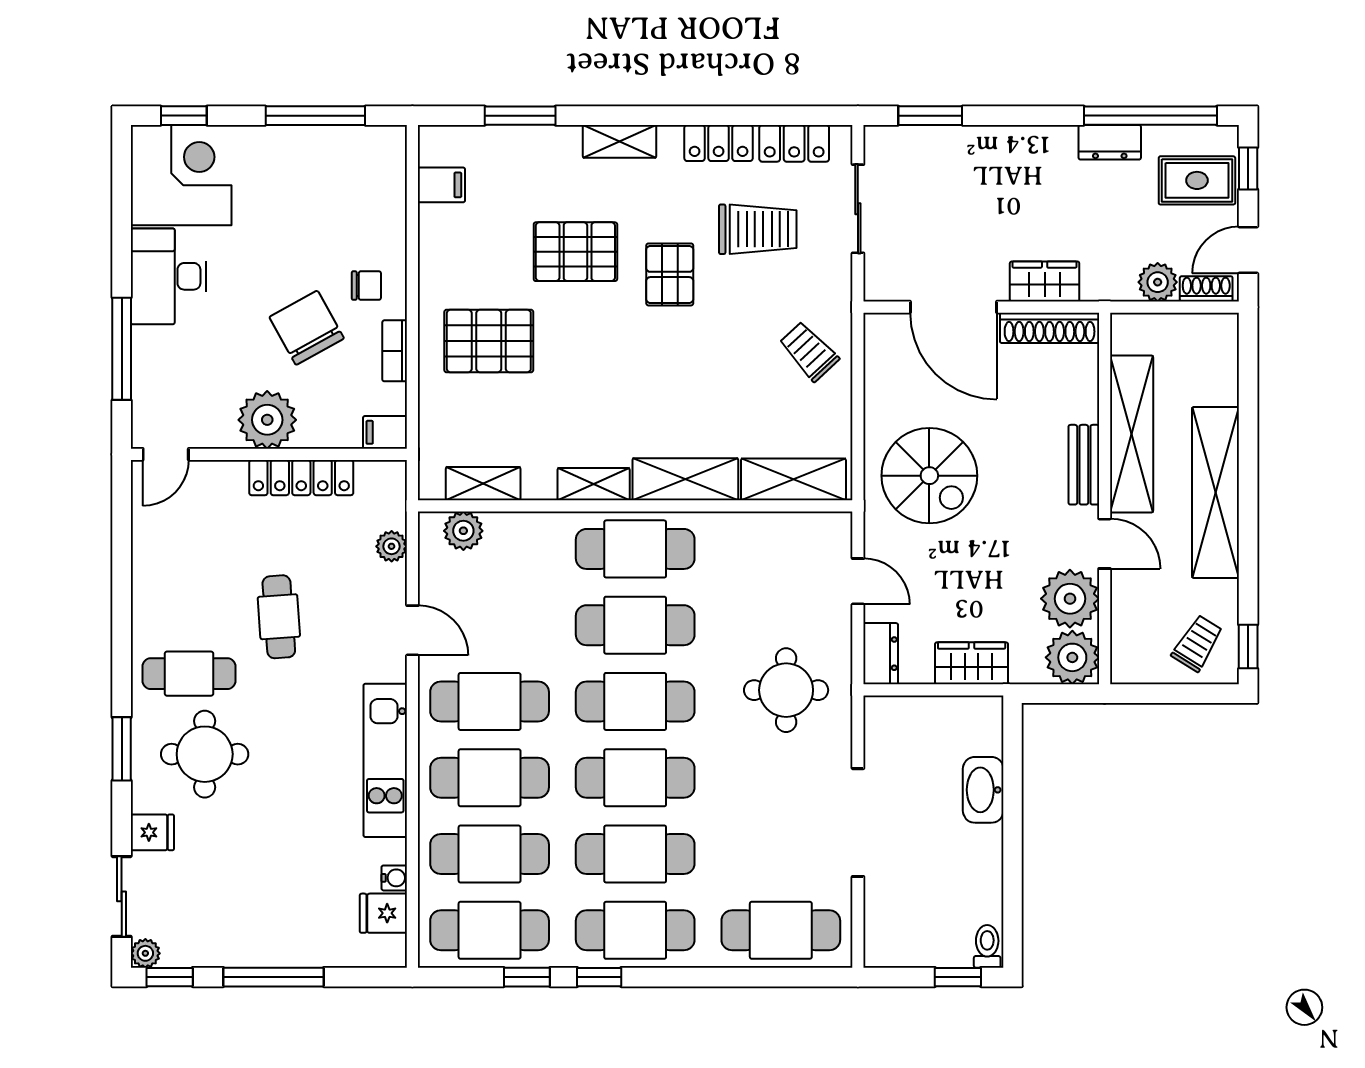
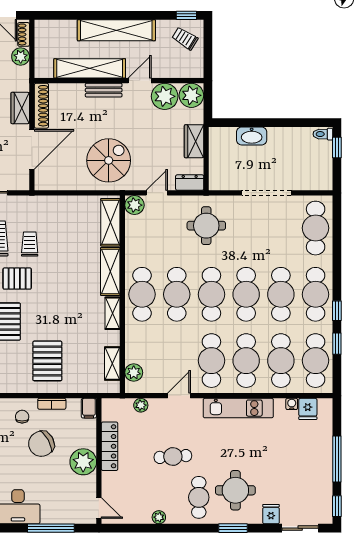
trolley: (809, 351) -> (30, 244), moved, turned 133
plant: (831, 532) -> (134, 205), added
plant: (145, 953) -> (159, 517), moved

